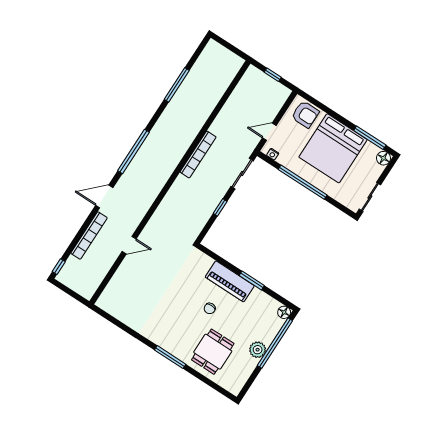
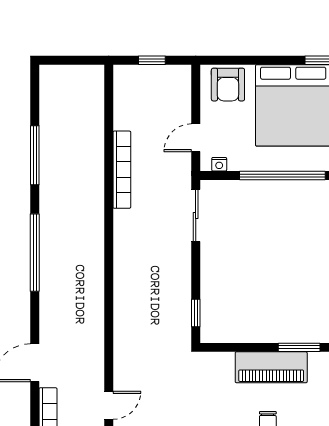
armchair: (305, 114) -> (228, 85), turned 90
window: (133, 151) -> (35, 253), moved
bookcase: (198, 155) -> (122, 170), moved
window: (220, 207) -> (196, 313), moved

